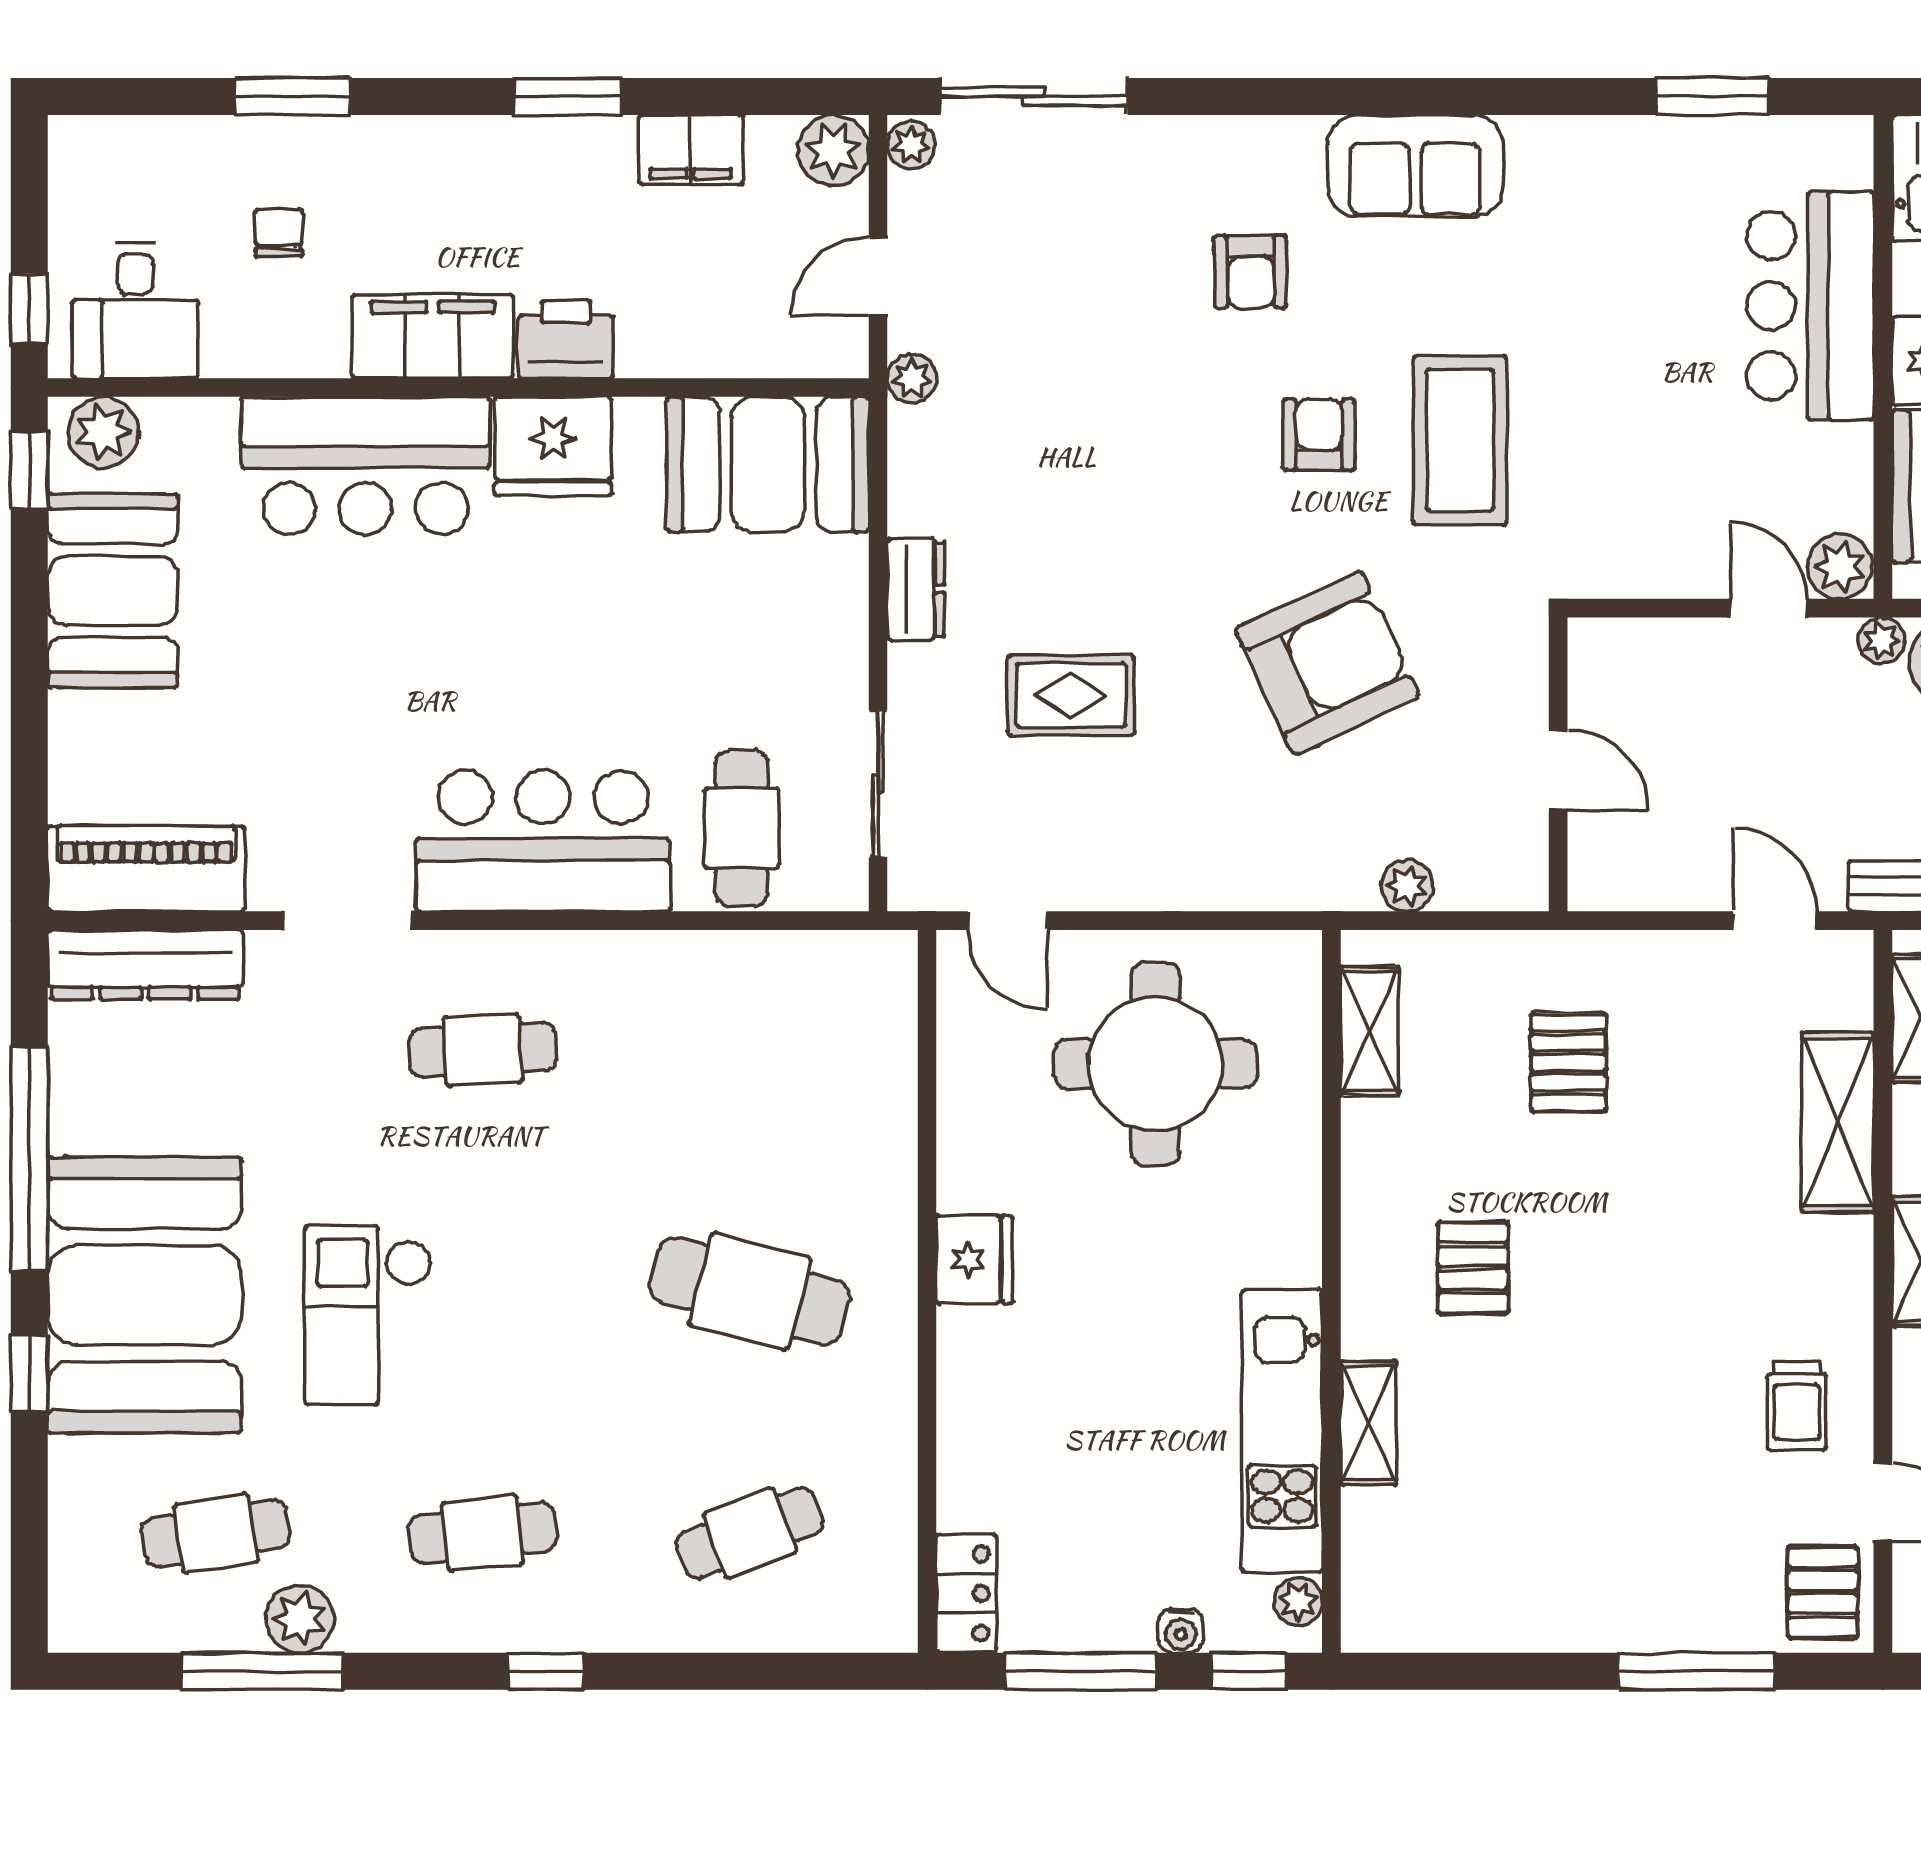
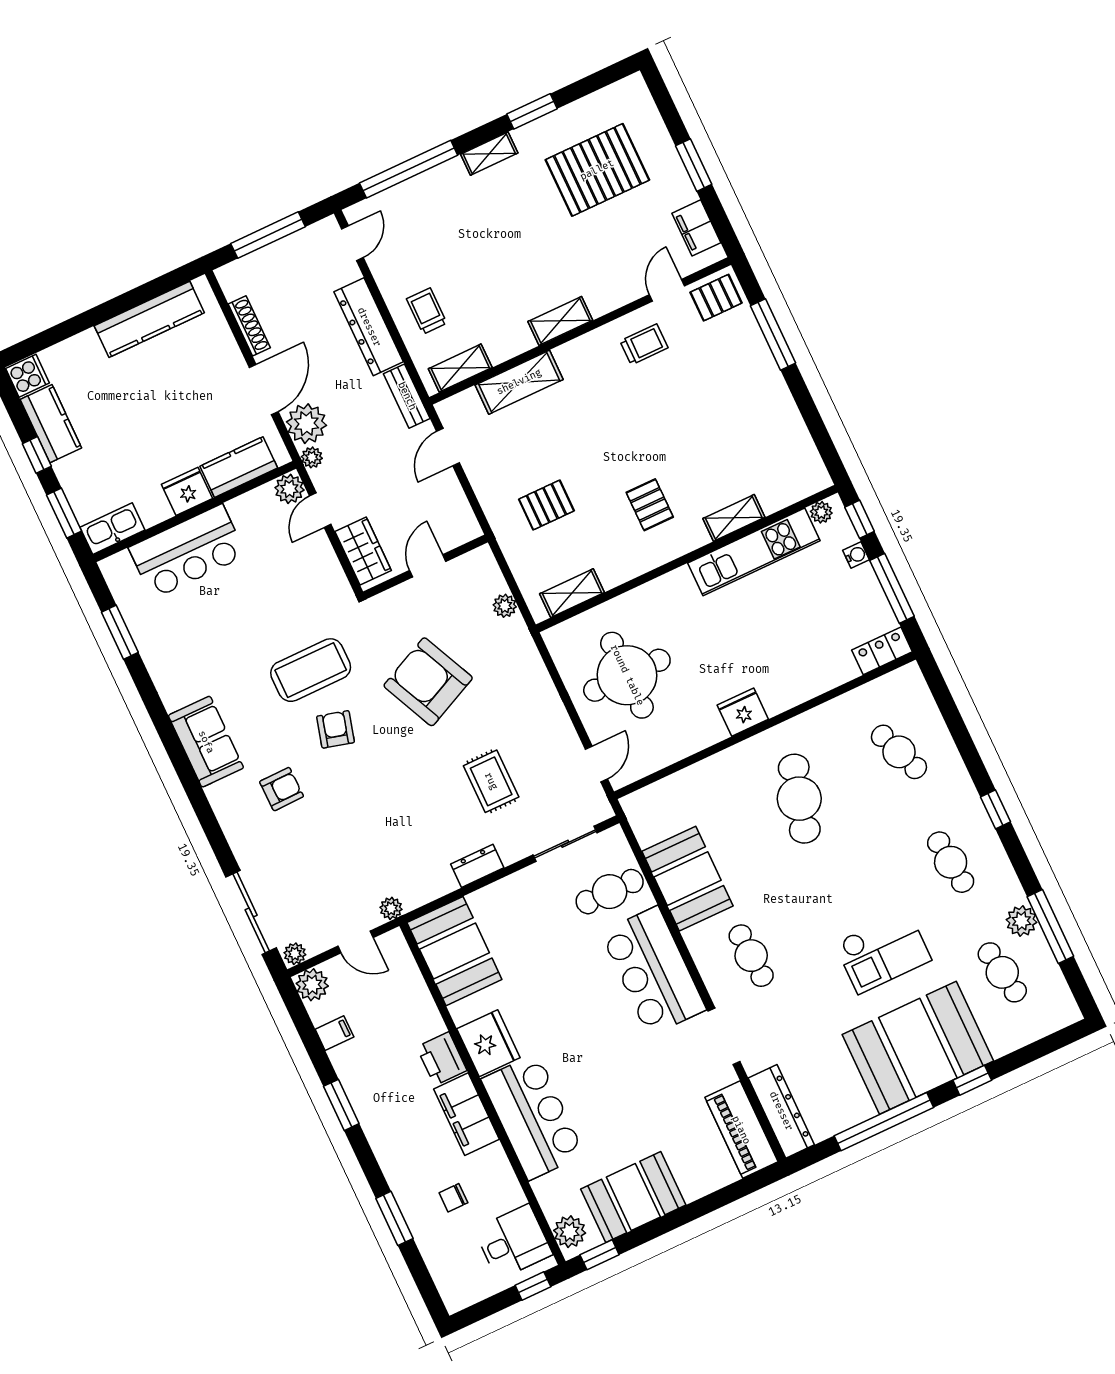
filing cabinet: (691, 150) -> (334, 1033), width x0.50
armchair: (1319, 434) -> (335, 729), turned 105
wardrobe: (1648, 655) -> (363, 551), added
booth: (695, 995) -> (688, 879), added
pallet: (1473, 1268) -> (650, 505), turned 90

